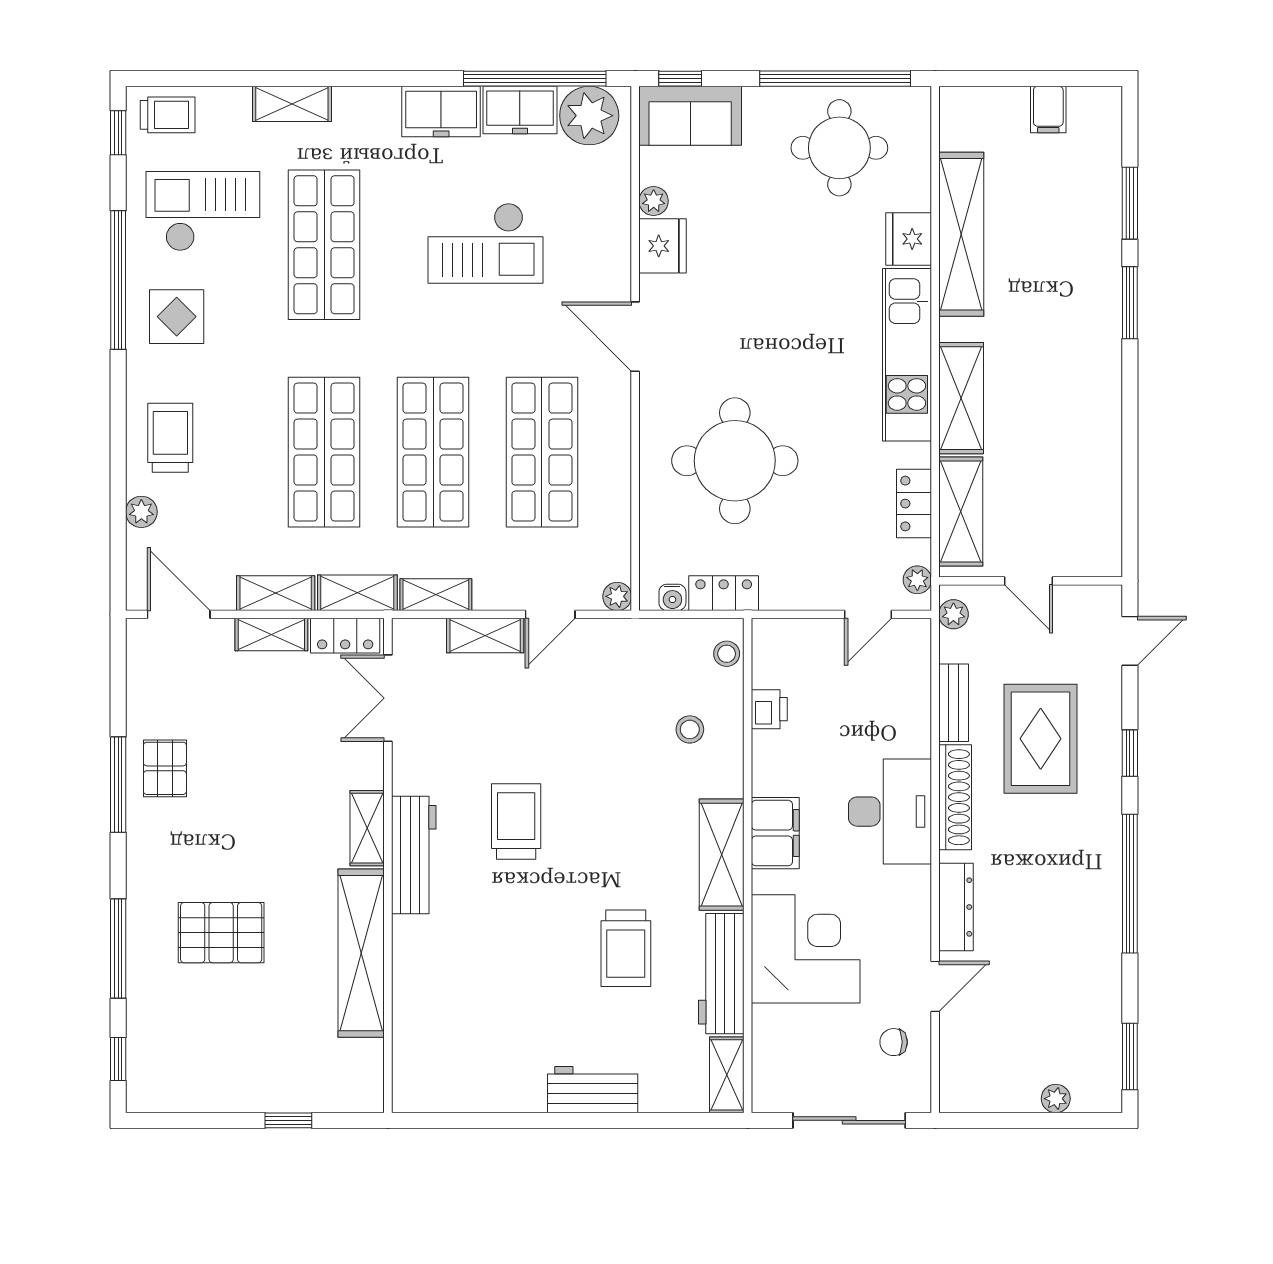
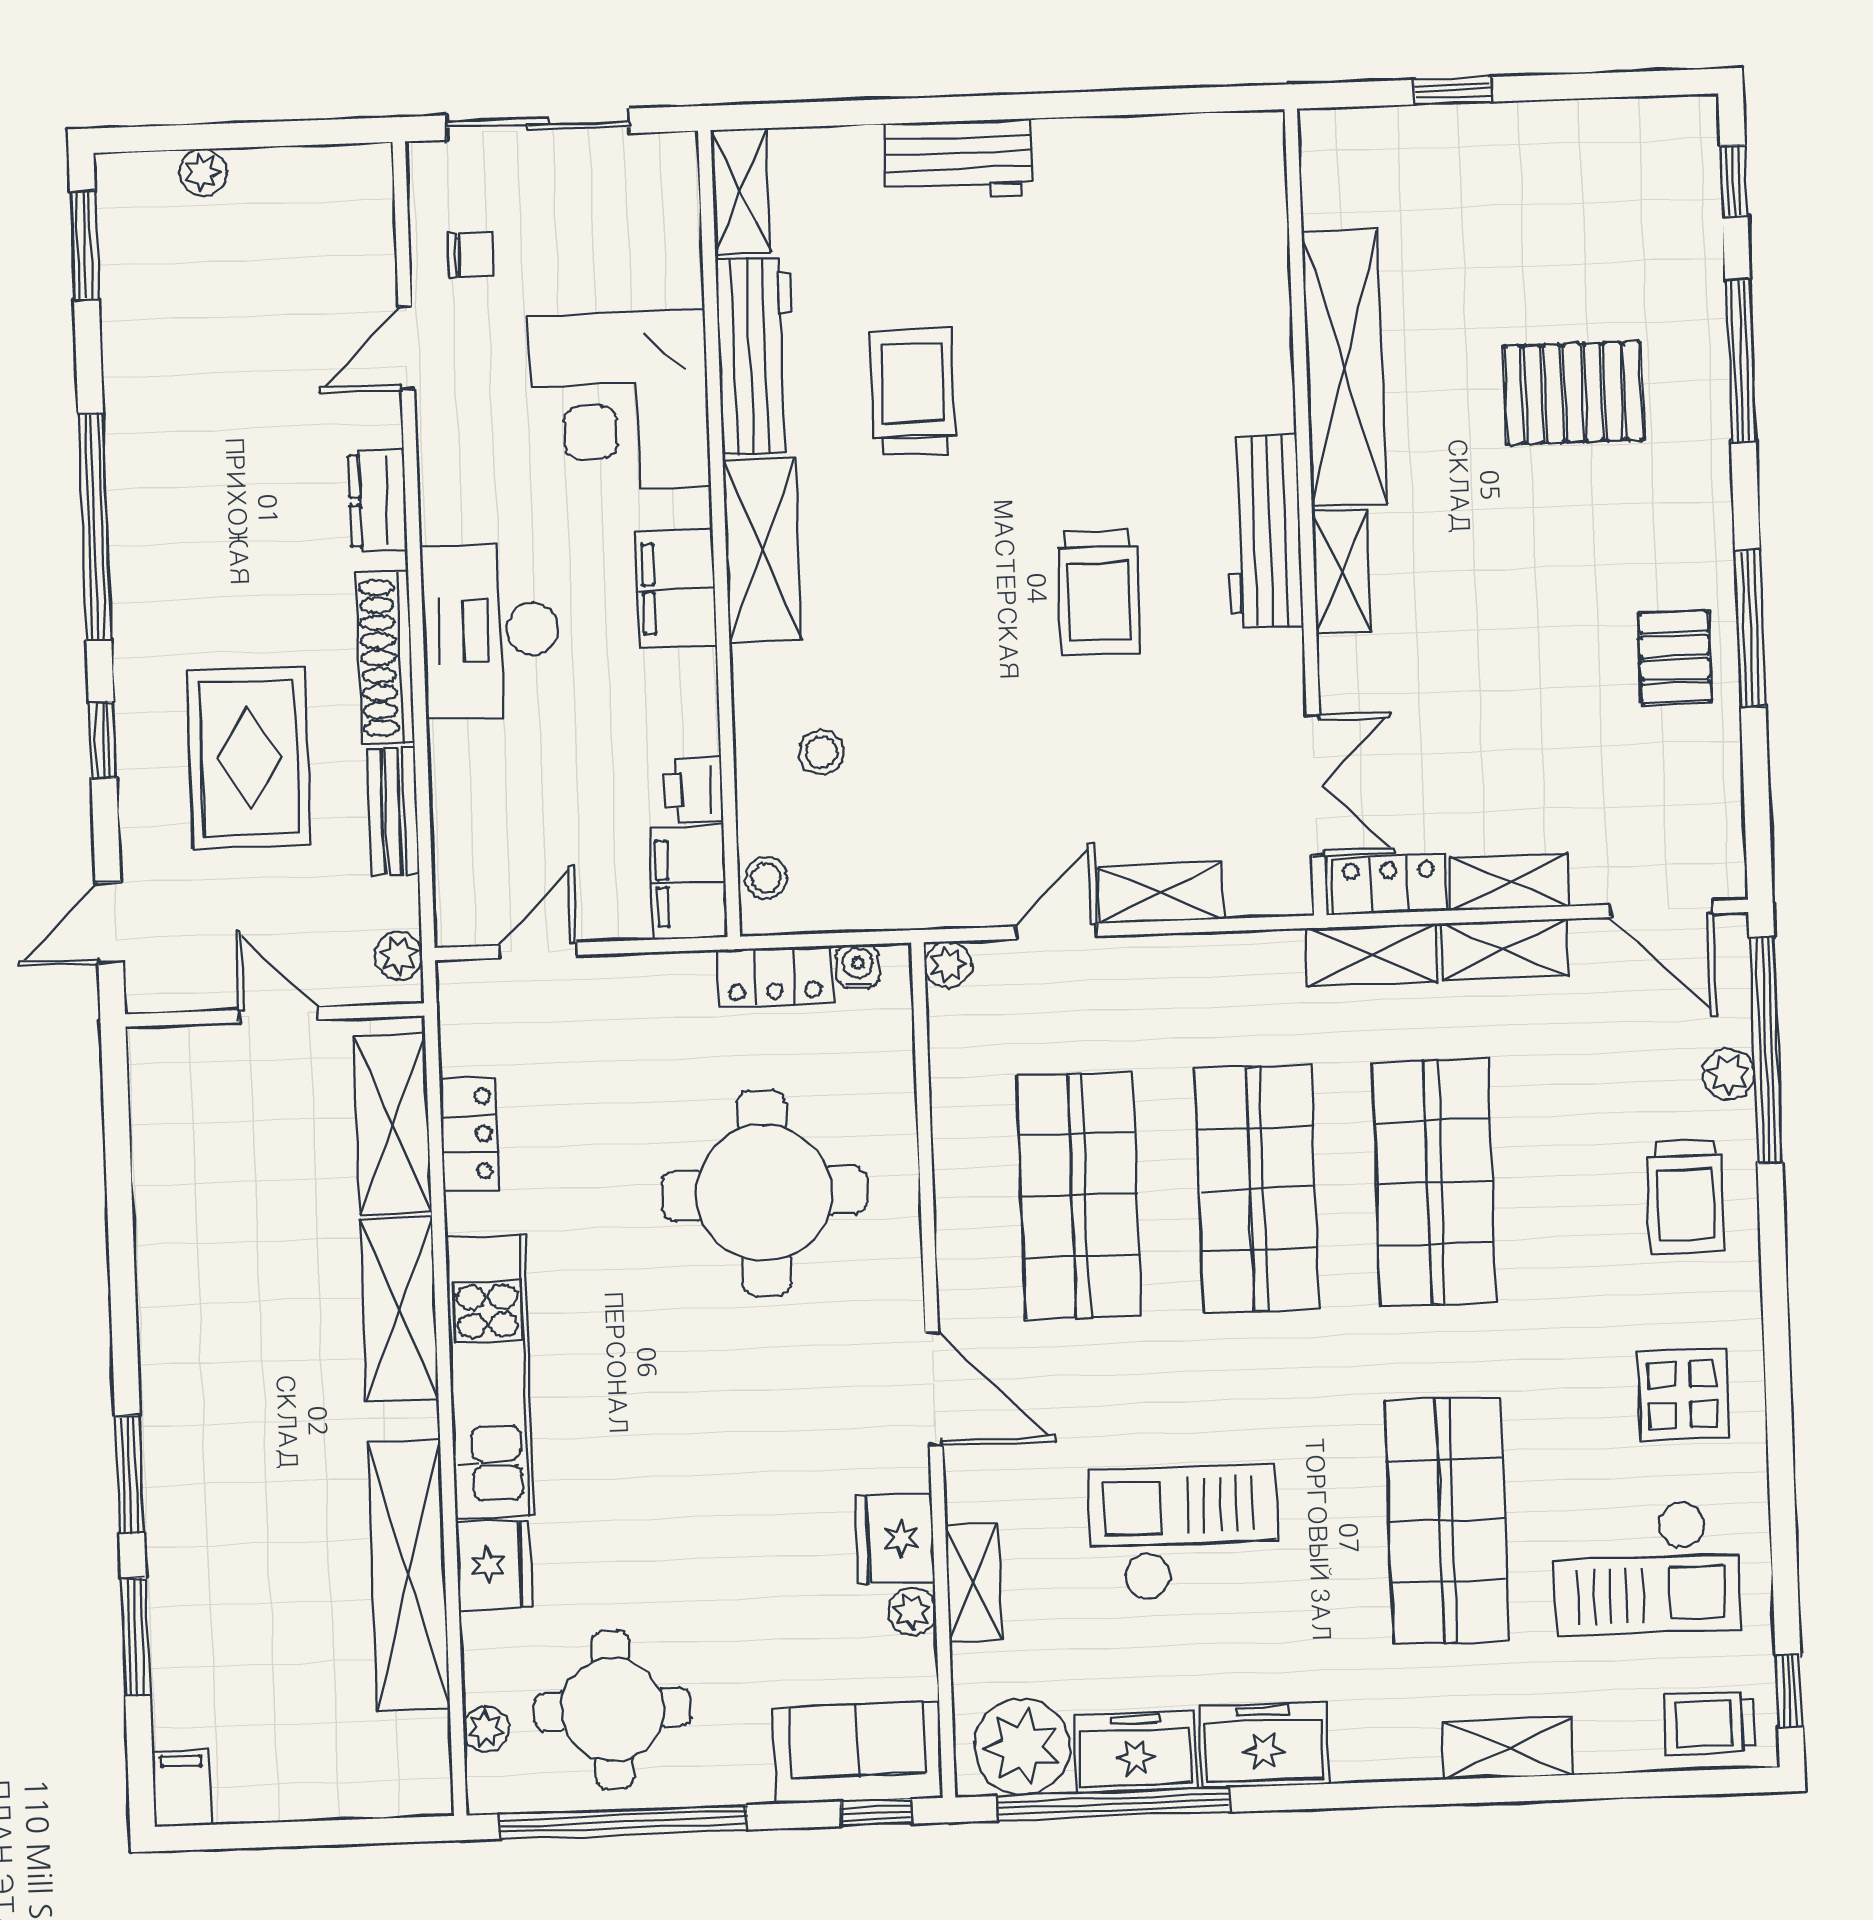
filing cabinet: (1048, 110) -> (182, 1788), moved
window: (118, 280) -> (1766, 1050), moved
plant: (917, 580) -> (486, 1729), moved
shelving: (436, 595) -> (973, 1583), moved, turned 90
filing cabinet: (774, 652) -> (689, 883), added
dresser: (956, 907) -> (378, 500), width x0.70

